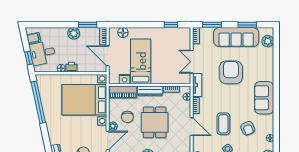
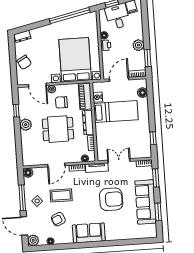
plant: (268, 41) -> (144, 233), removed

